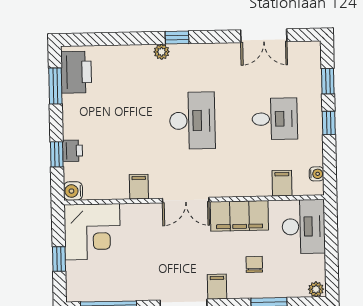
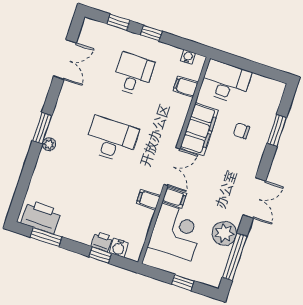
window: (177, 37) -> (42, 128), width x1.50
water cooler: (73, 191) -> (119, 248), moved
corner desk: (92, 232) -> (176, 232), moved
filing cabinet: (217, 287) -> (174, 197), moved, turned 180
plant: (316, 289) -> (224, 233), moved, width x1.87, depth x1.87

